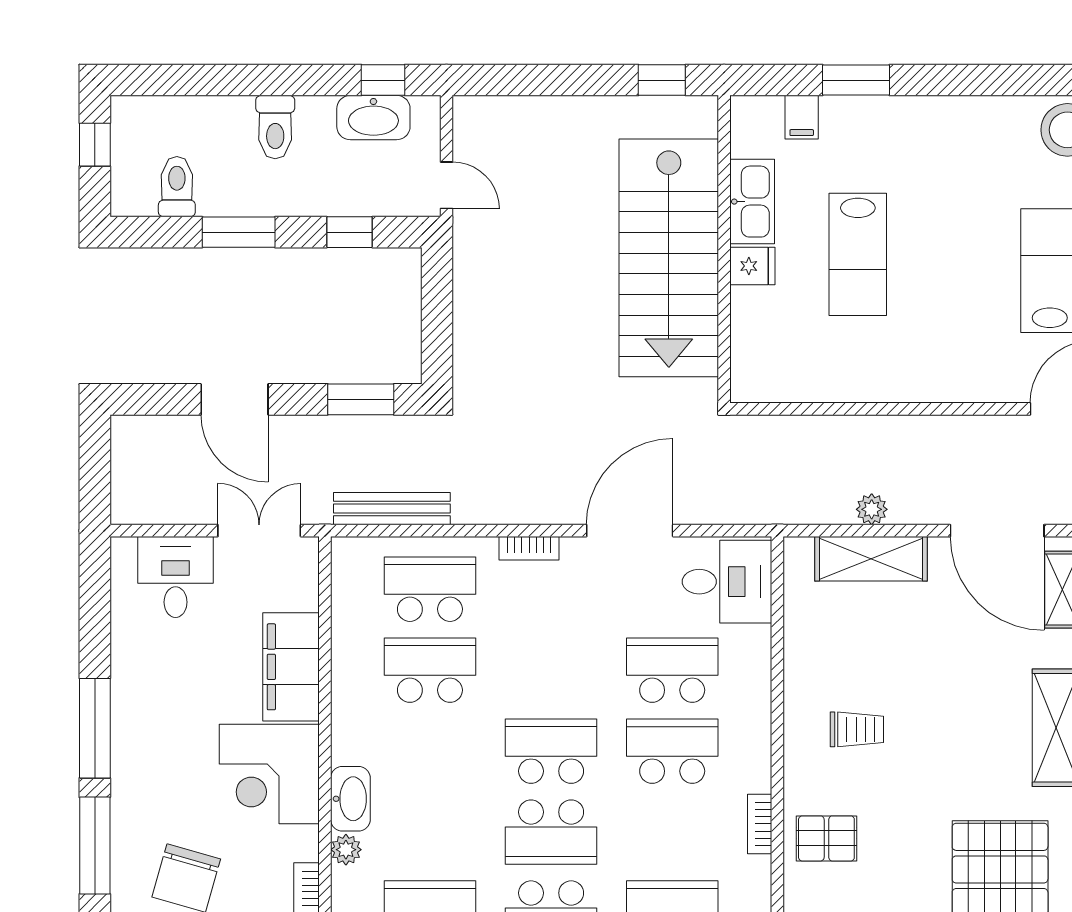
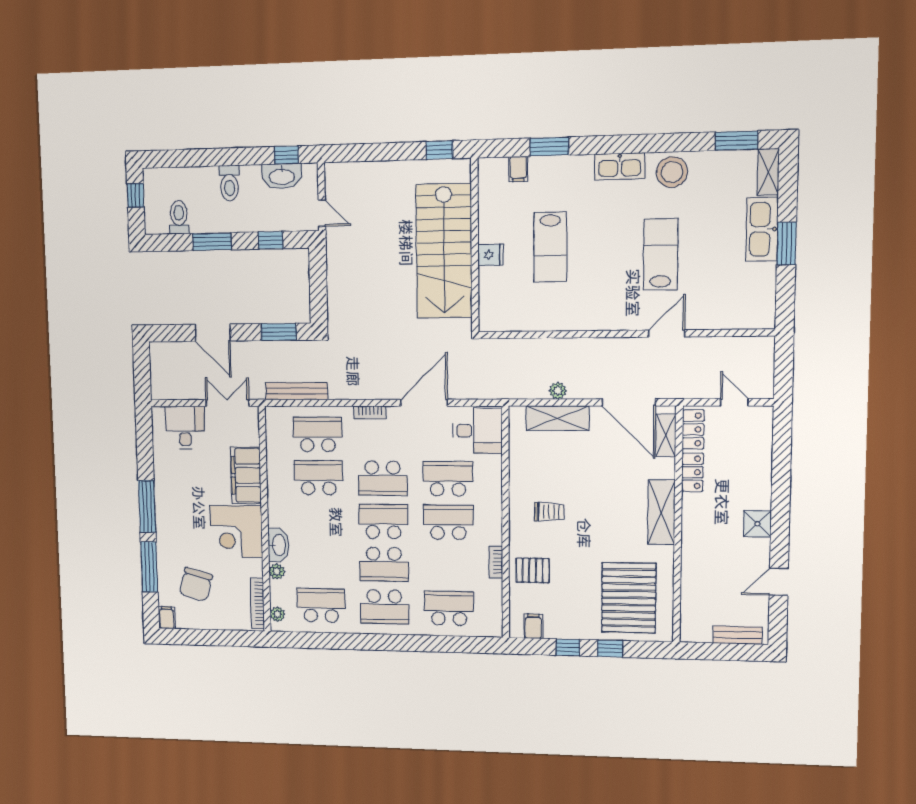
kitchen sink: (752, 202) -> (620, 166), moved, turned 90
school desk: (551, 670) -> (383, 478), added

